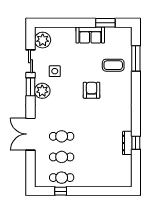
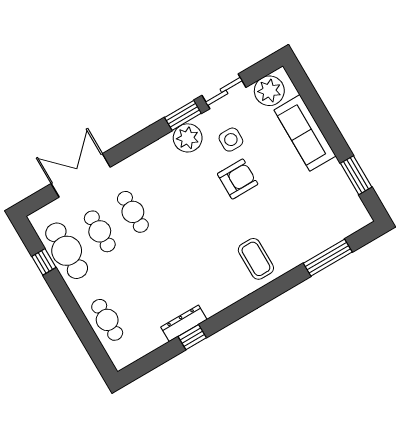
sofa: (90, 35) -> (305, 133), moved, width x1.36
coffee table: (113, 65) -> (256, 259), moved
armchair: (92, 90) -> (238, 179), moved
double door: (31, 134) -> (81, 175), moved
cafe table: (62, 178) -> (67, 251), width x1.37, depth x1.35
cafe table: (105, 178) -> (107, 320), added

